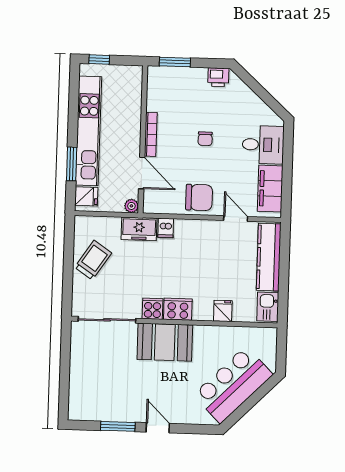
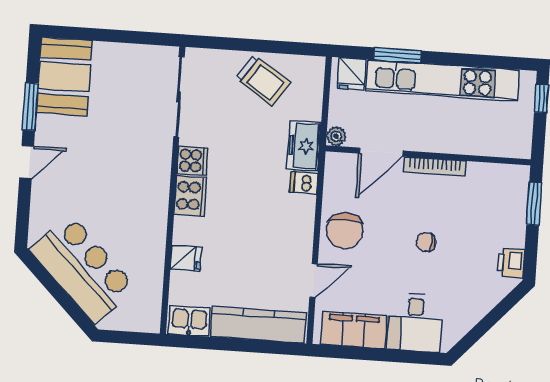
booth: (165, 342) -> (64, 77), moved

